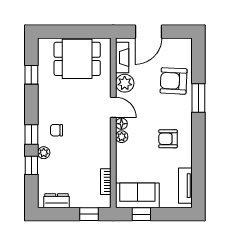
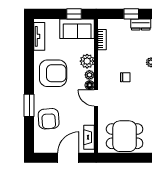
armchair: (174, 81) -> (49, 119), turned 83
plant: (125, 83) -> (87, 61), moved
chair: (57, 130) -> (125, 77), moved
armchair: (168, 139) -> (53, 73), width x1.88, depth x1.88
window: (89, 214) -> (131, 14), moved

